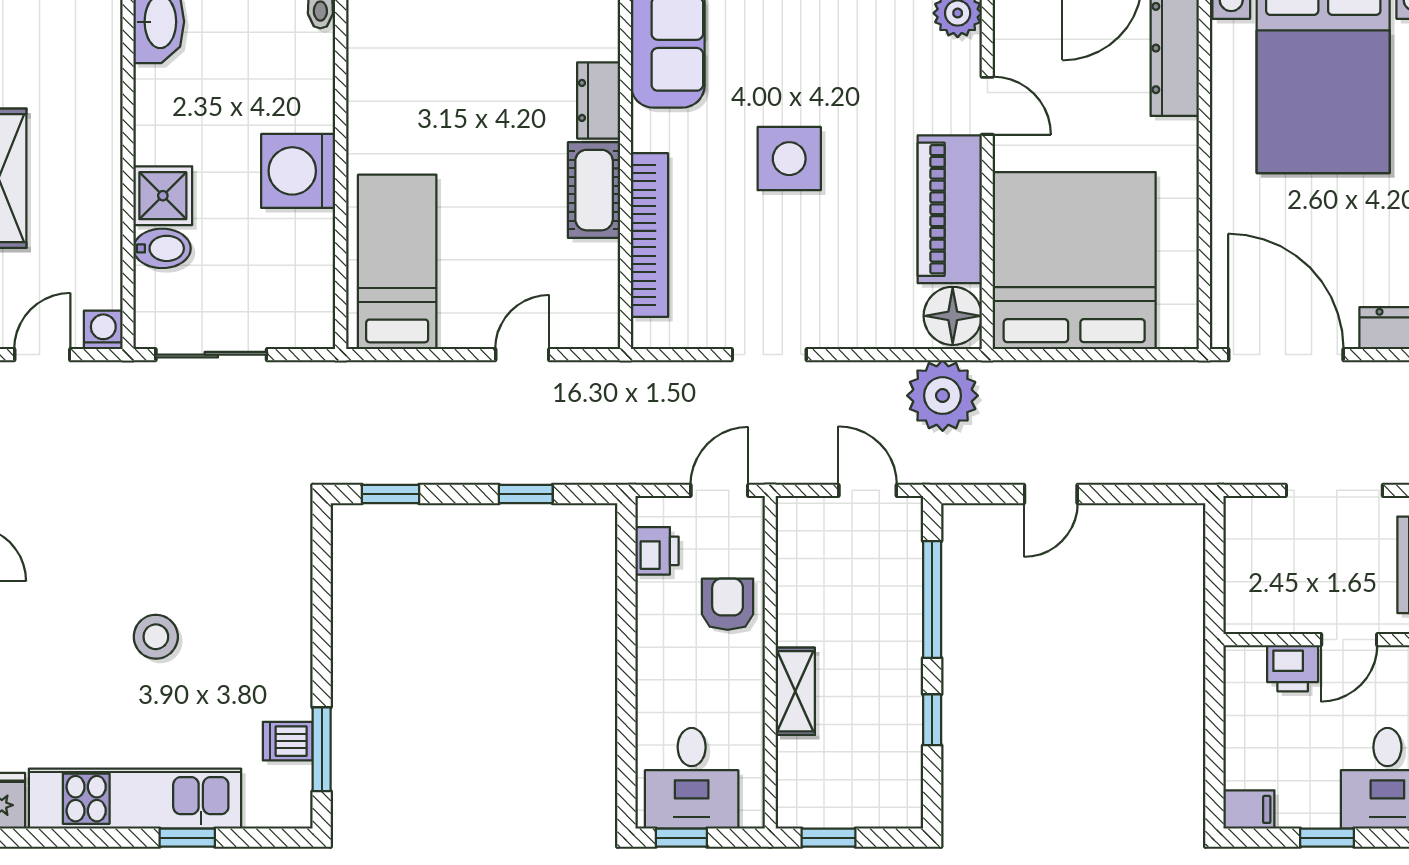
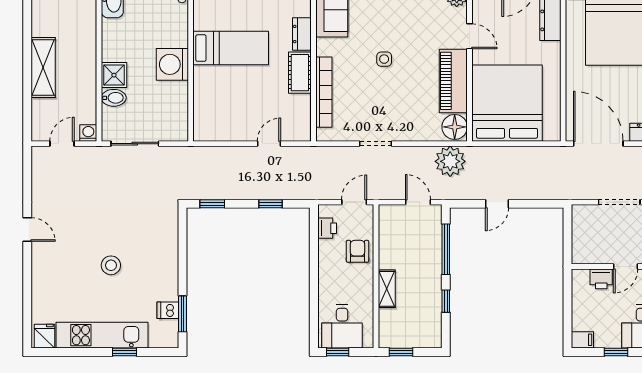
side table: (789, 159) -> (384, 59), width x0.54, depth x0.54
bed: (397, 262) -> (231, 48), moved, turned 90

